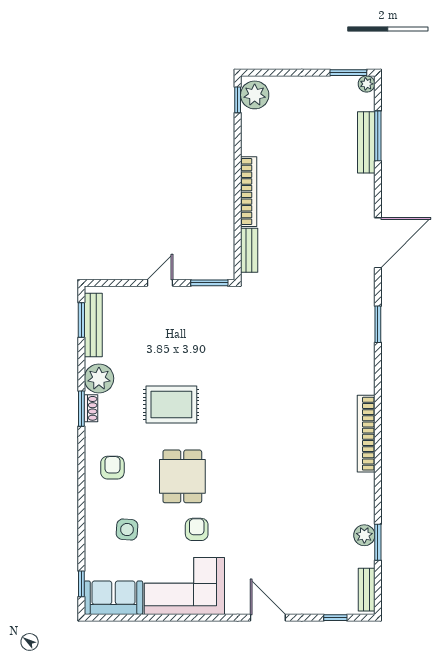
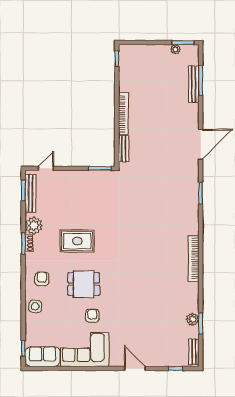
plant: (367, 84) -> (175, 49), moved
plant: (255, 95) -> (127, 56), removed
door: (160, 283) -> (46, 168), moved
dining table: (182, 476) -> (84, 284), turned 90
side table: (127, 530) -> (35, 306), moved

